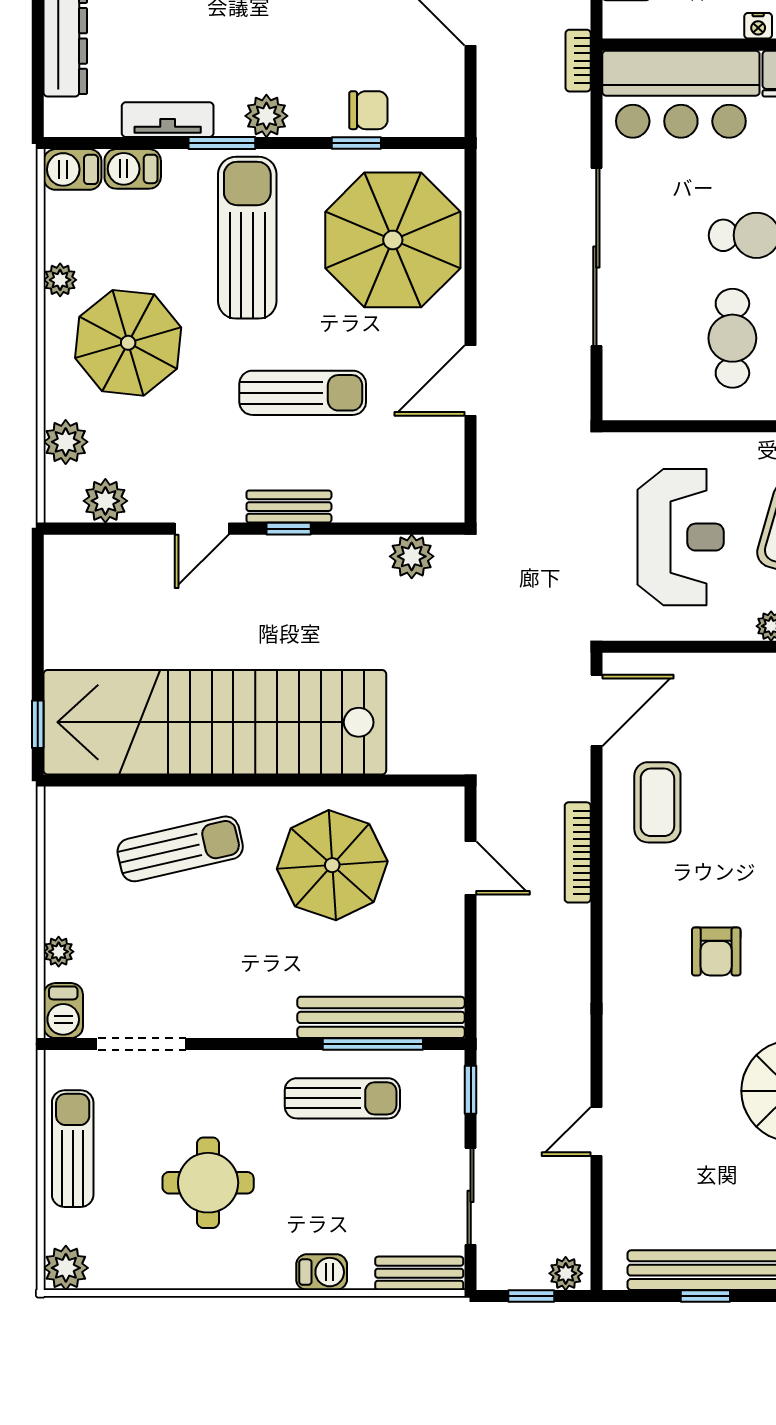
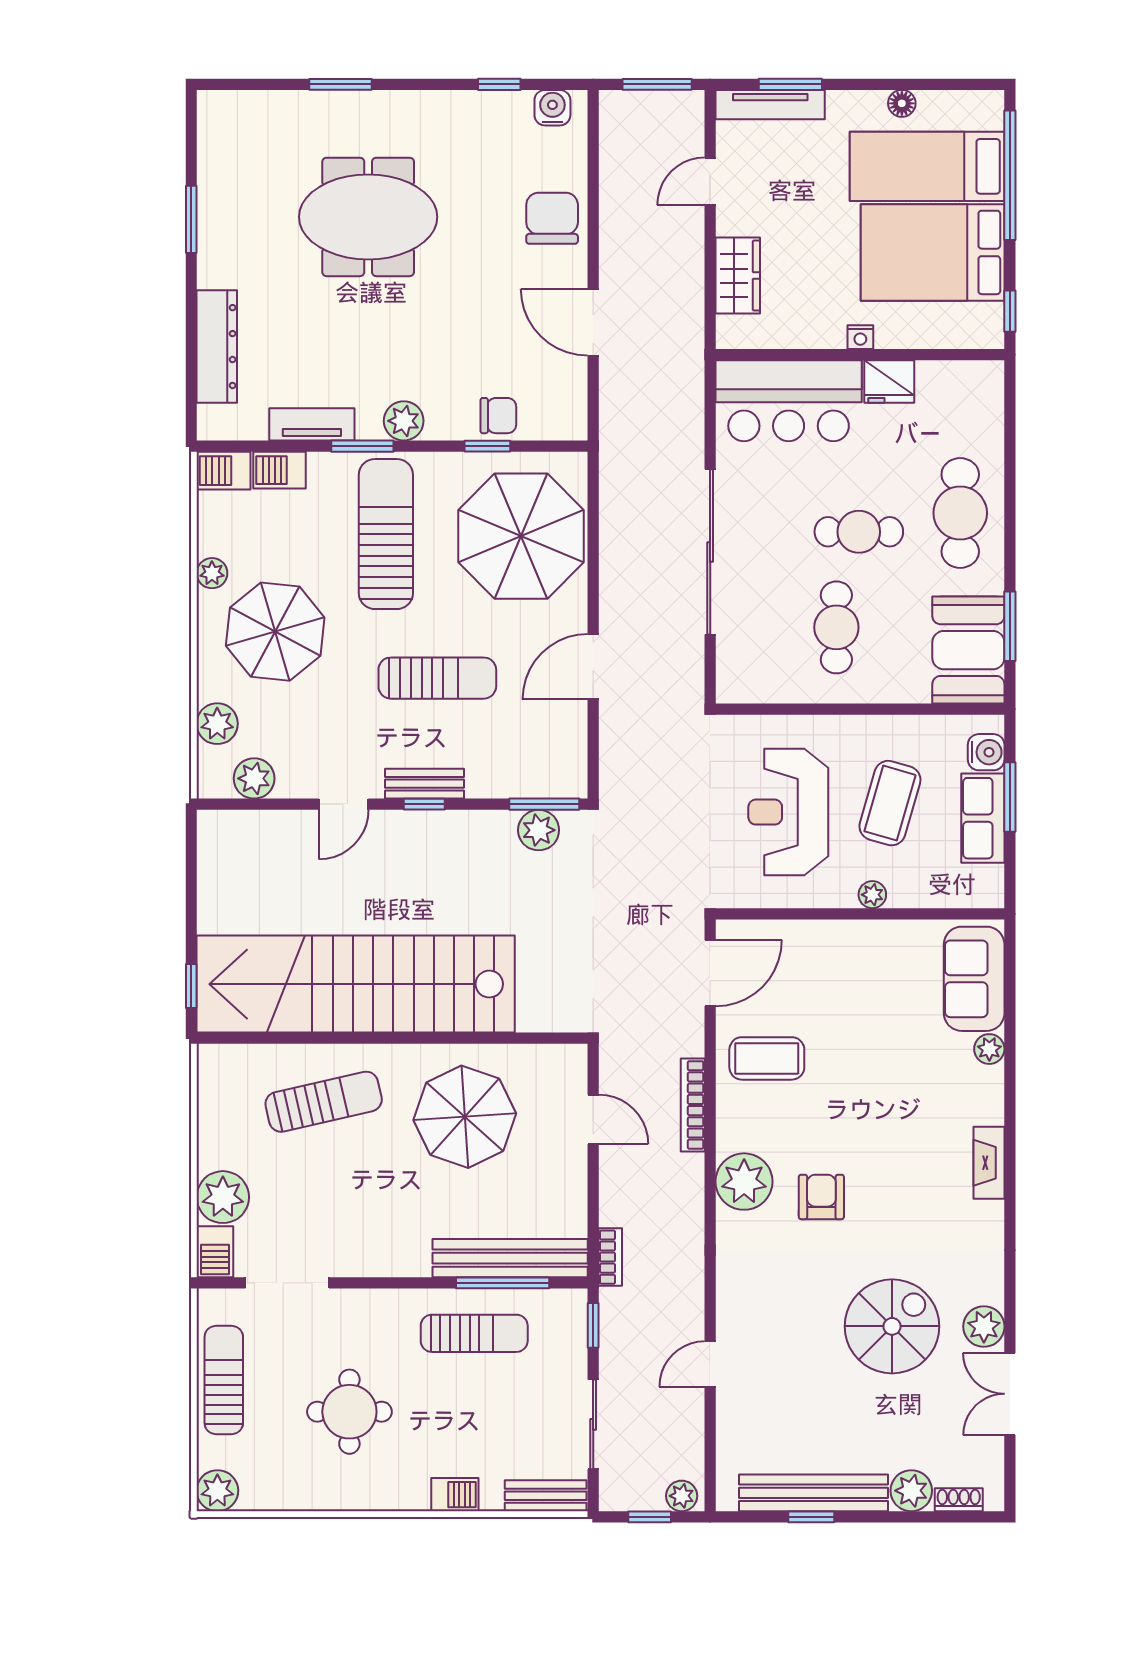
bookcase: (578, 61) -> (610, 1257), moved, turned 180
window: (418, 529) -> (544, 804), added
reception desk: (681, 537) -> (788, 812), turned 180
coffee table: (657, 802) -> (767, 1058), turned 90
plant: (633, 935) -> (744, 1182), added
armchair: (716, 951) -> (821, 1197), turned 180
plant: (59, 952) -> (223, 1197), width x1.88, depth x1.88

